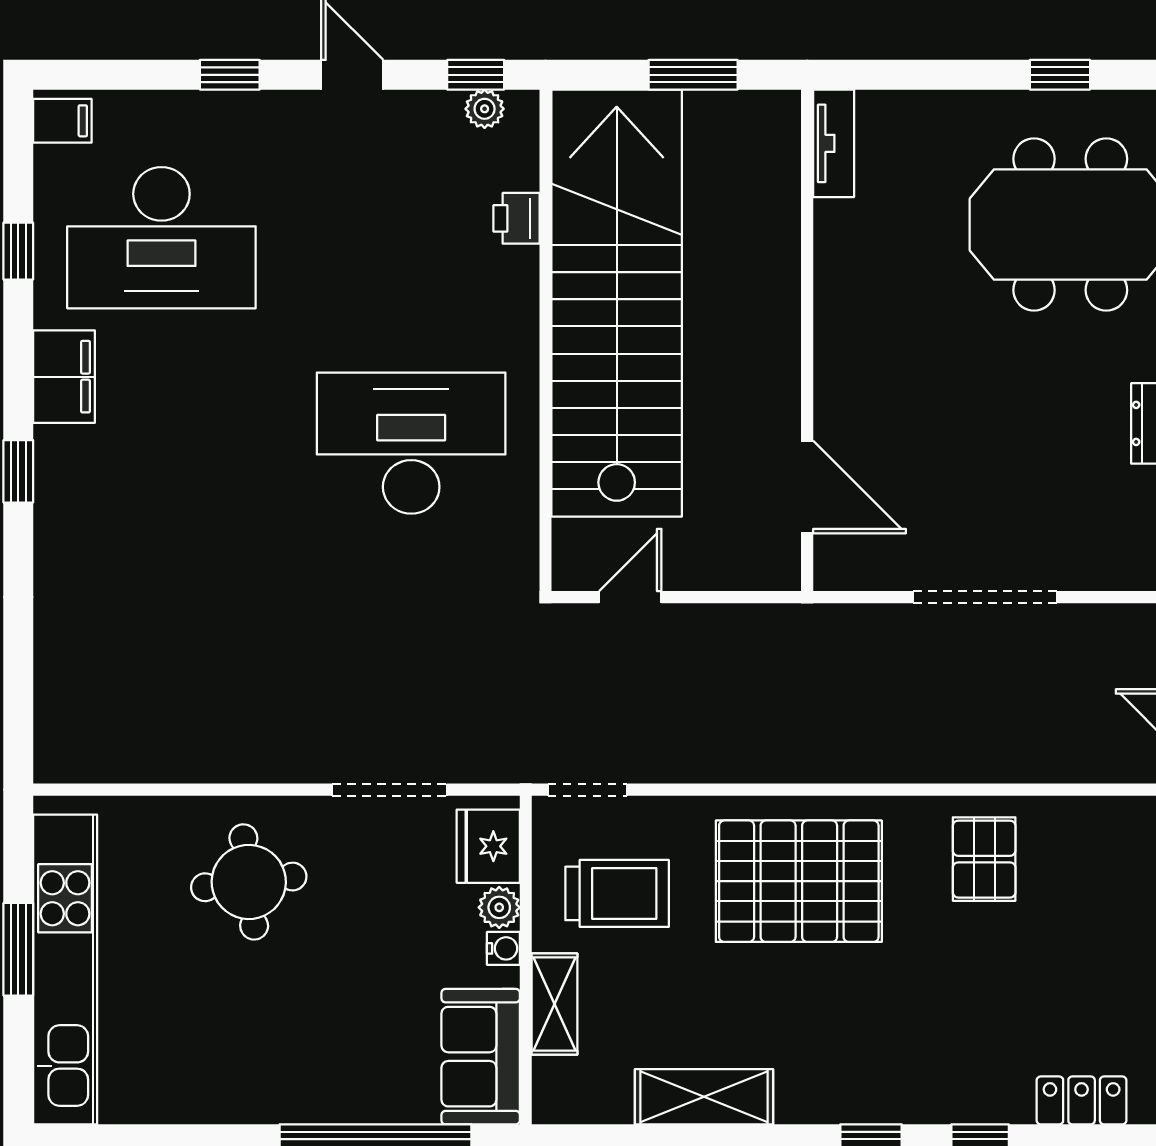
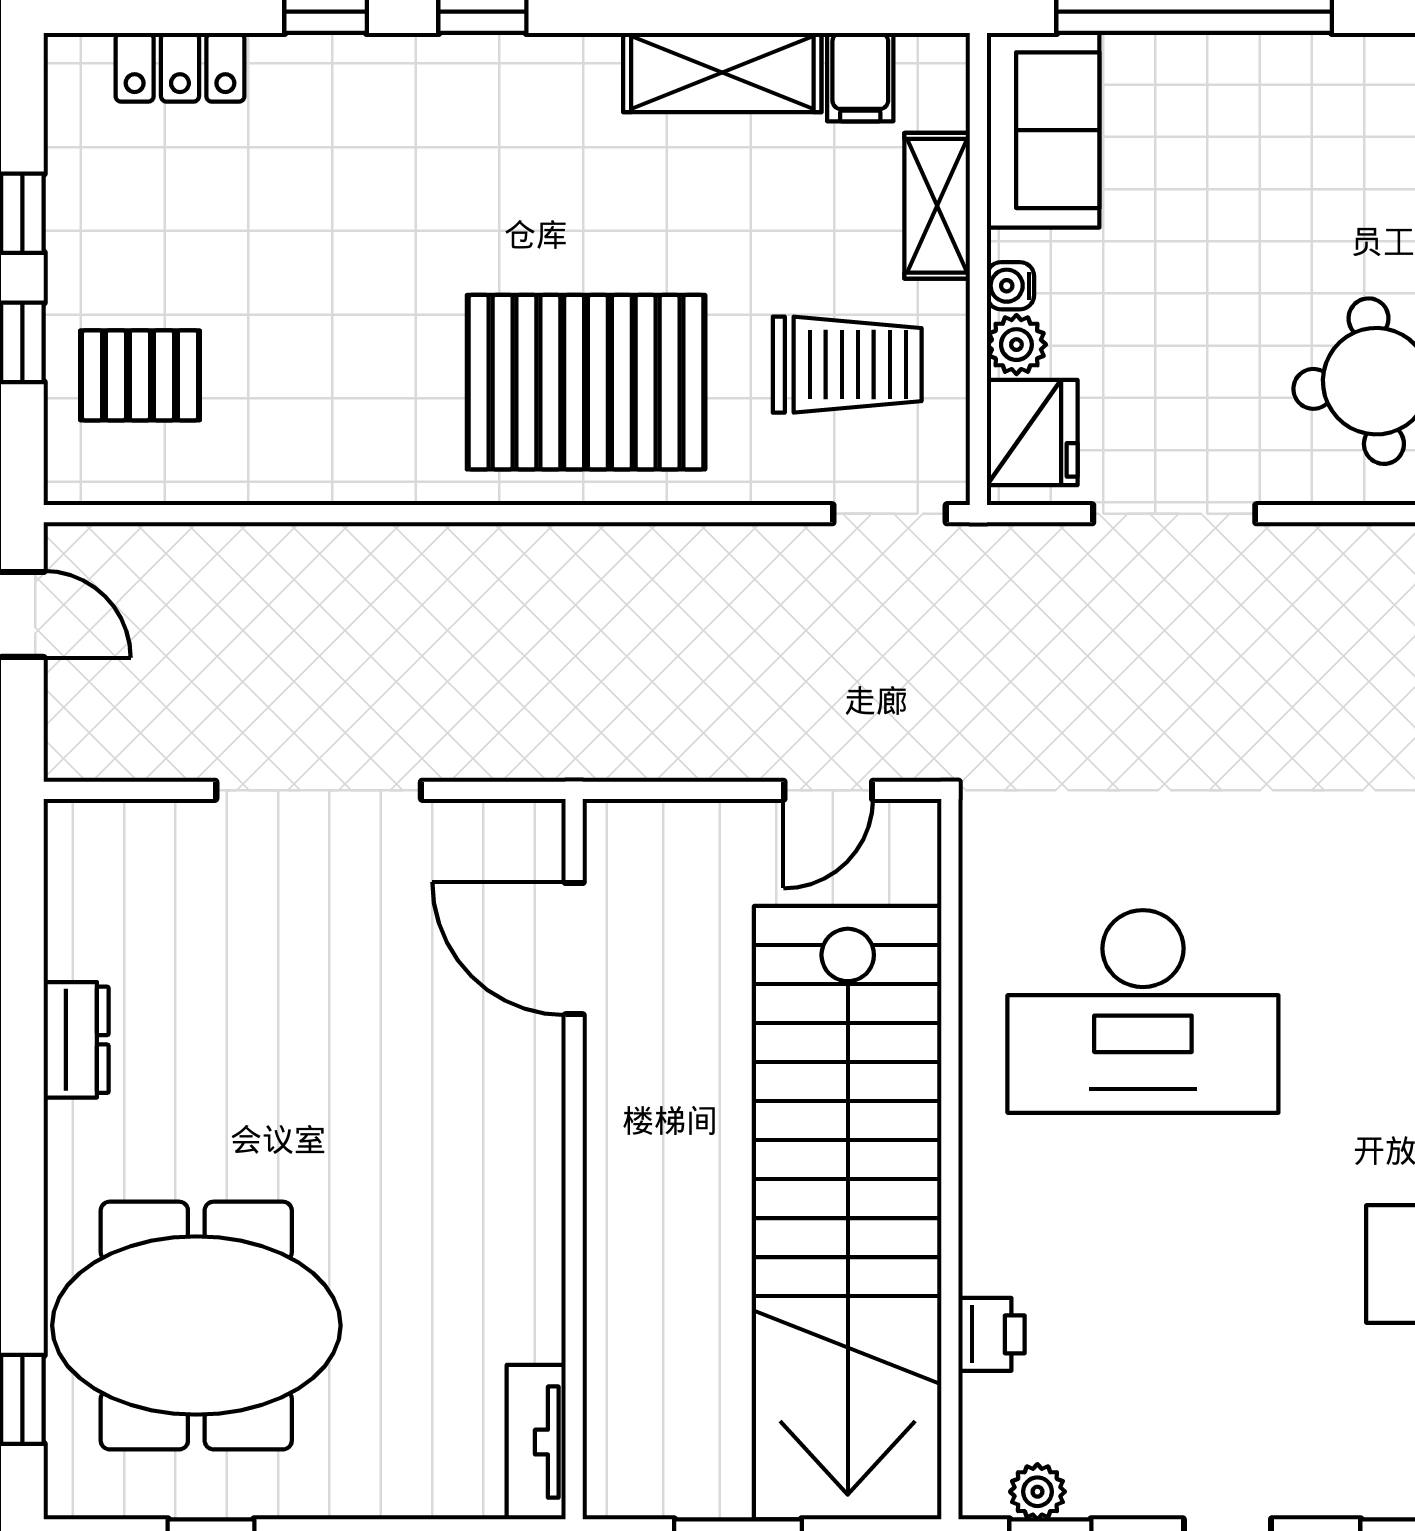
pallet: (984, 859) -> (140, 375), moved, turned 90
trolley: (617, 893) -> (847, 365), turned 180
filing cabinet: (608, 1094) -> (860, 77), added

